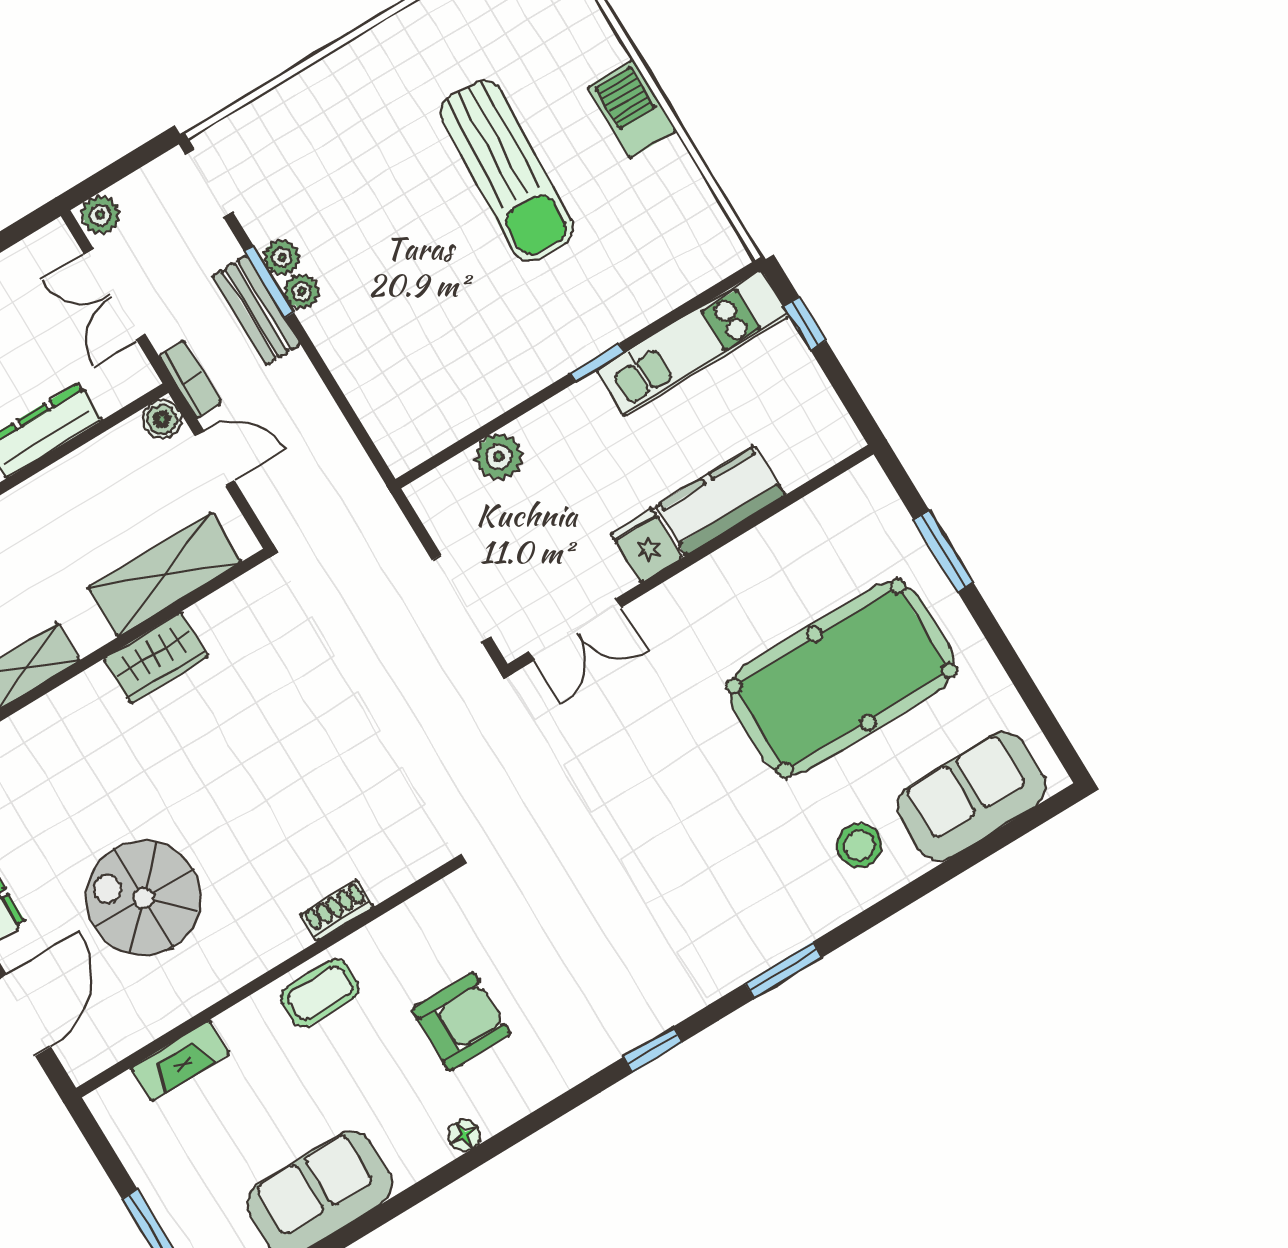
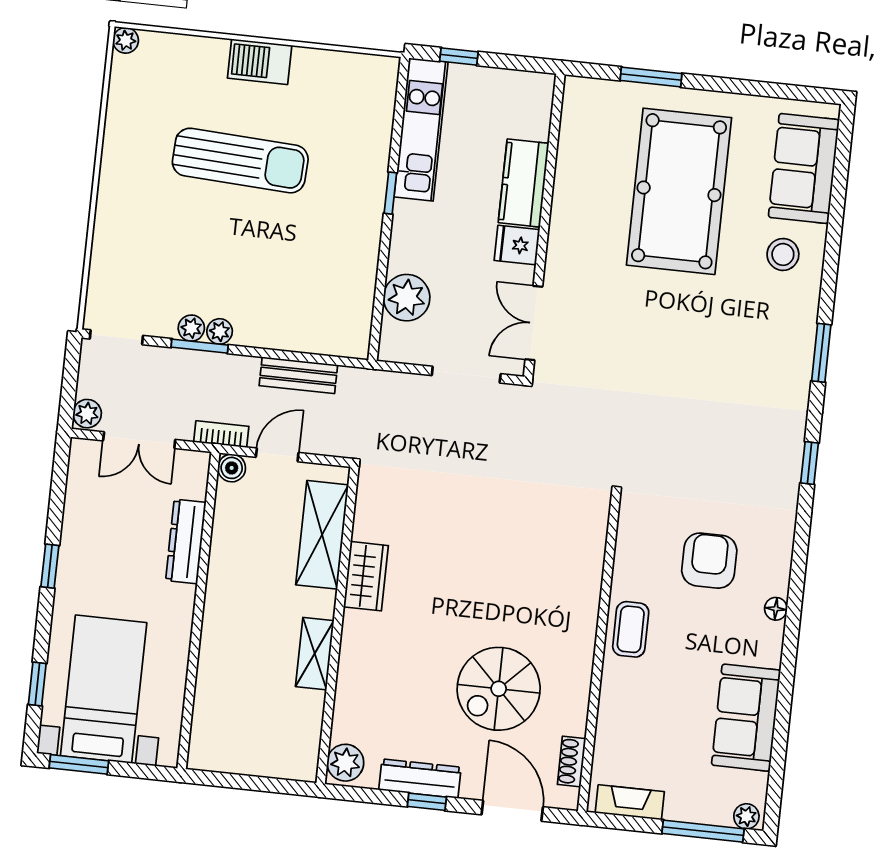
bench: (256, 310) -> (298, 375), moved
plant: (499, 457) -> (407, 298), width x1.36, depth x1.36
double door: (575, 629) -> (534, 323), swing flipped
shoe rack: (337, 910) -> (572, 762), moved
fireplace: (180, 1061) -> (630, 802), moved, turned -90

